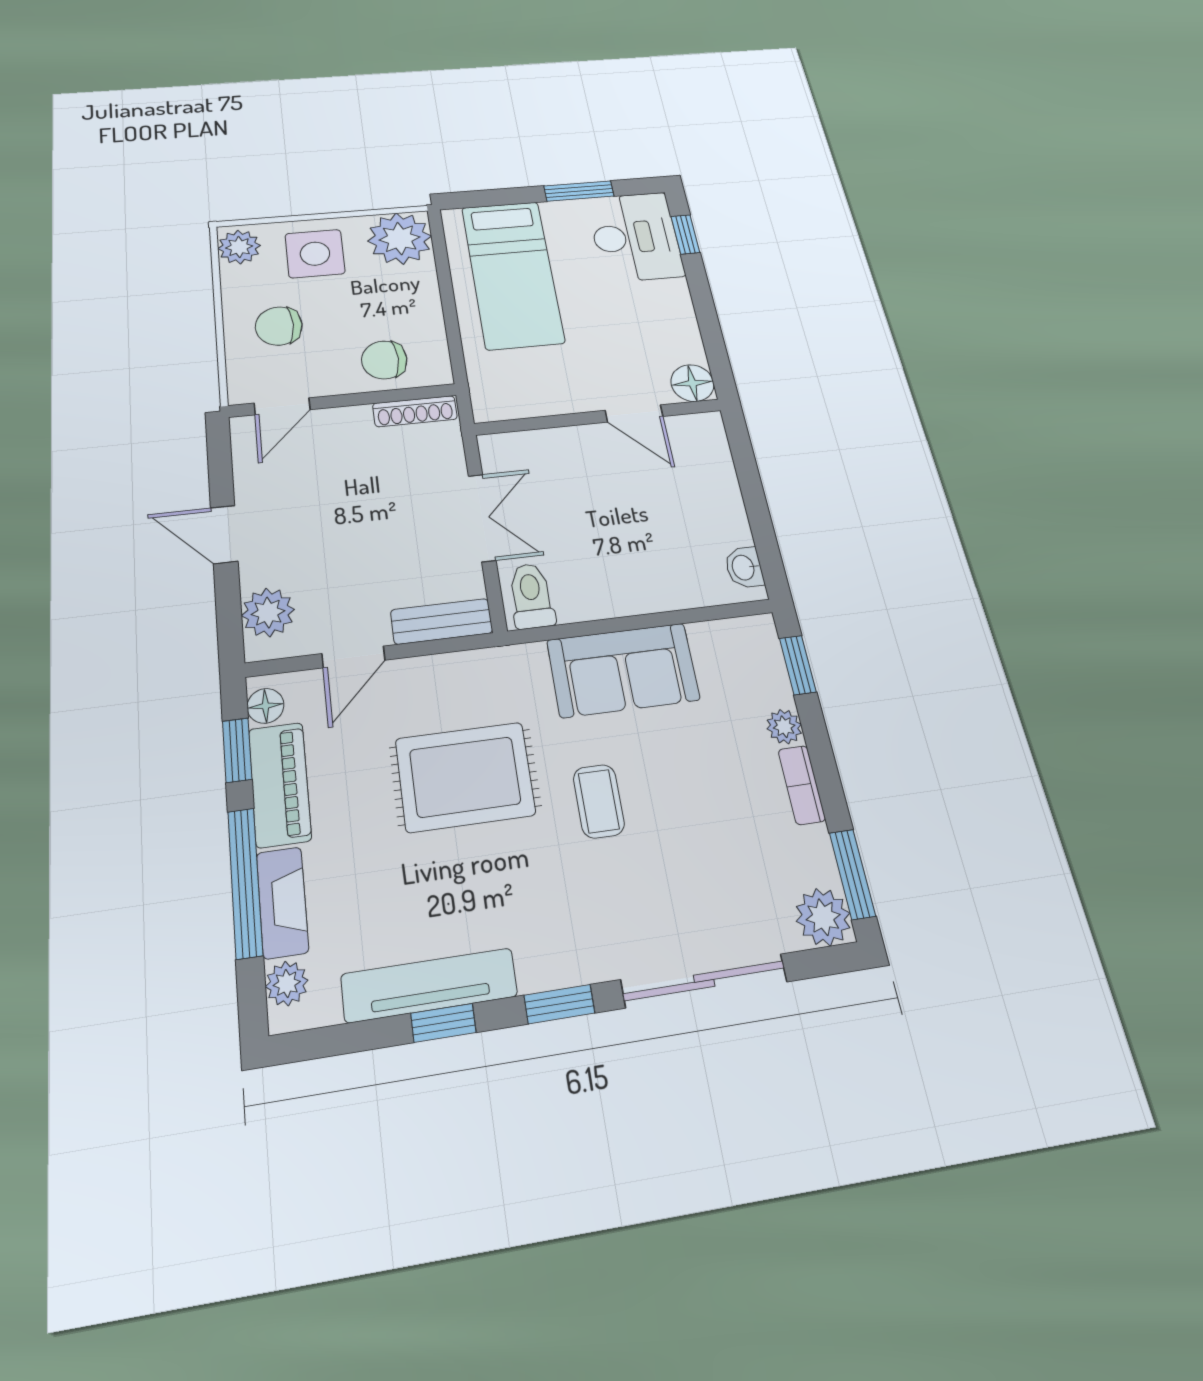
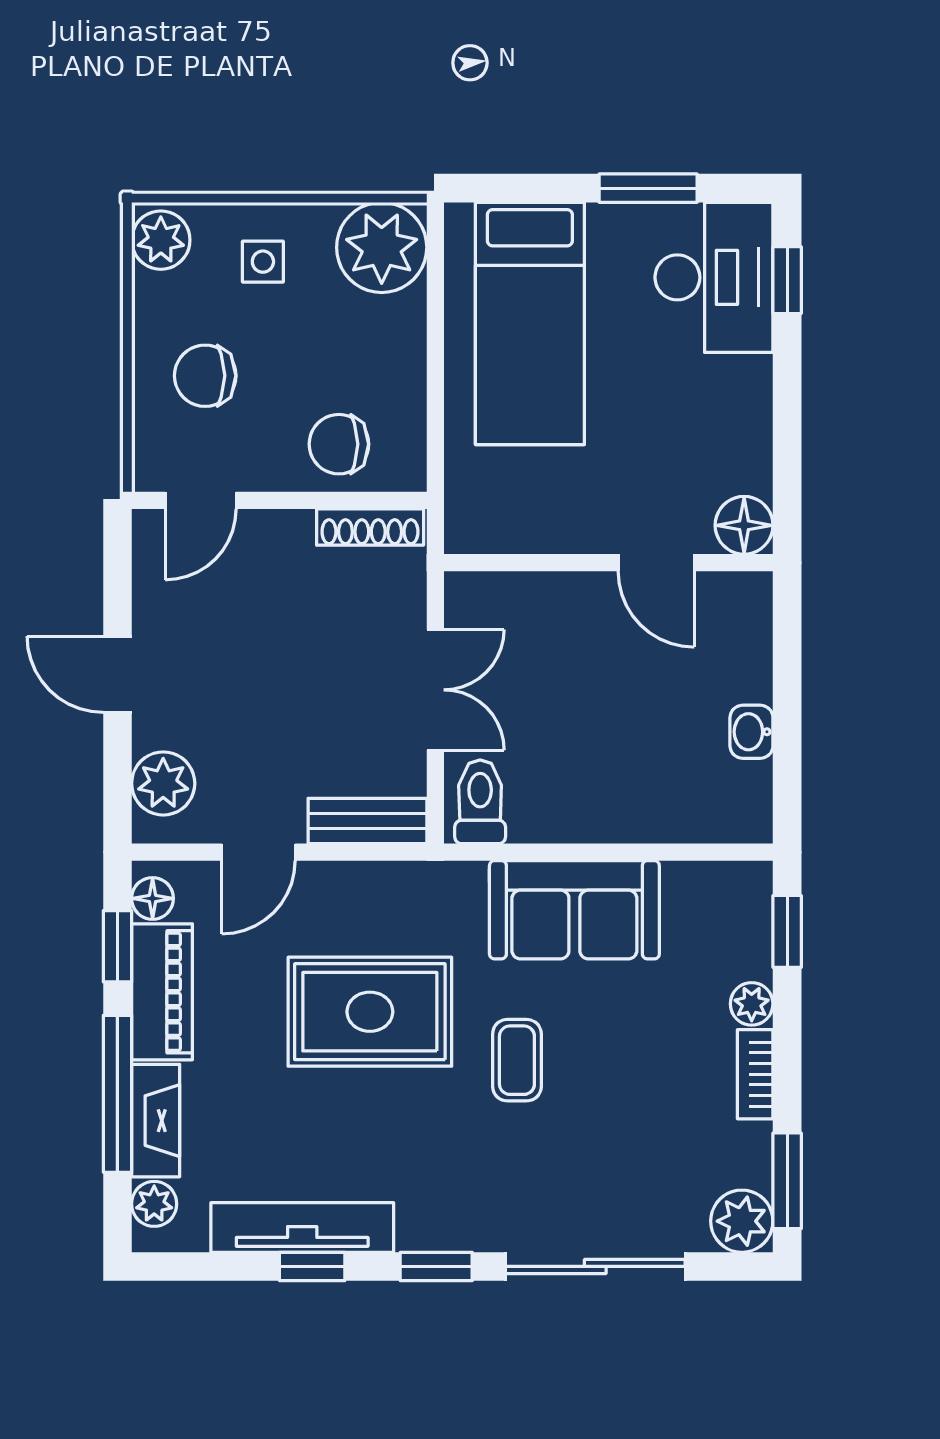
side table: (315, 254) -> (263, 262), width x0.54, depth x0.54
washbasin: (744, 567) -> (751, 732), moved

